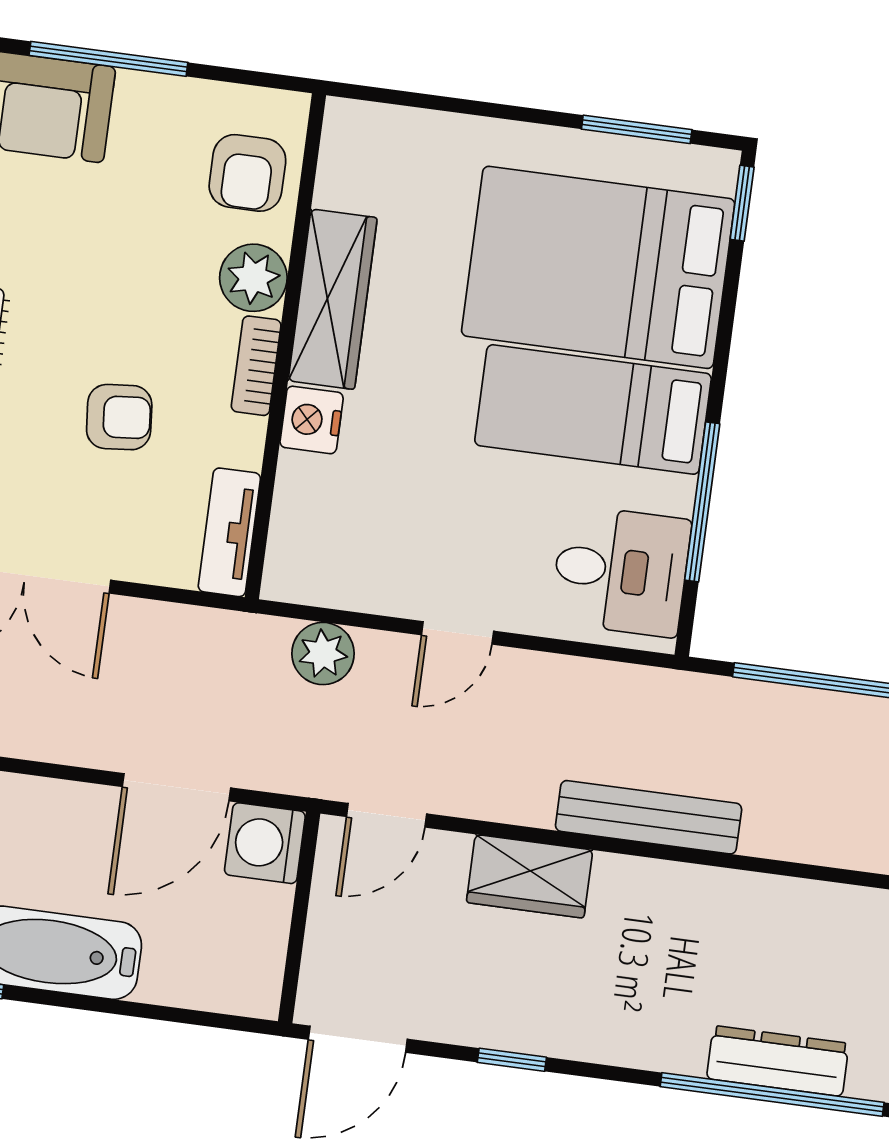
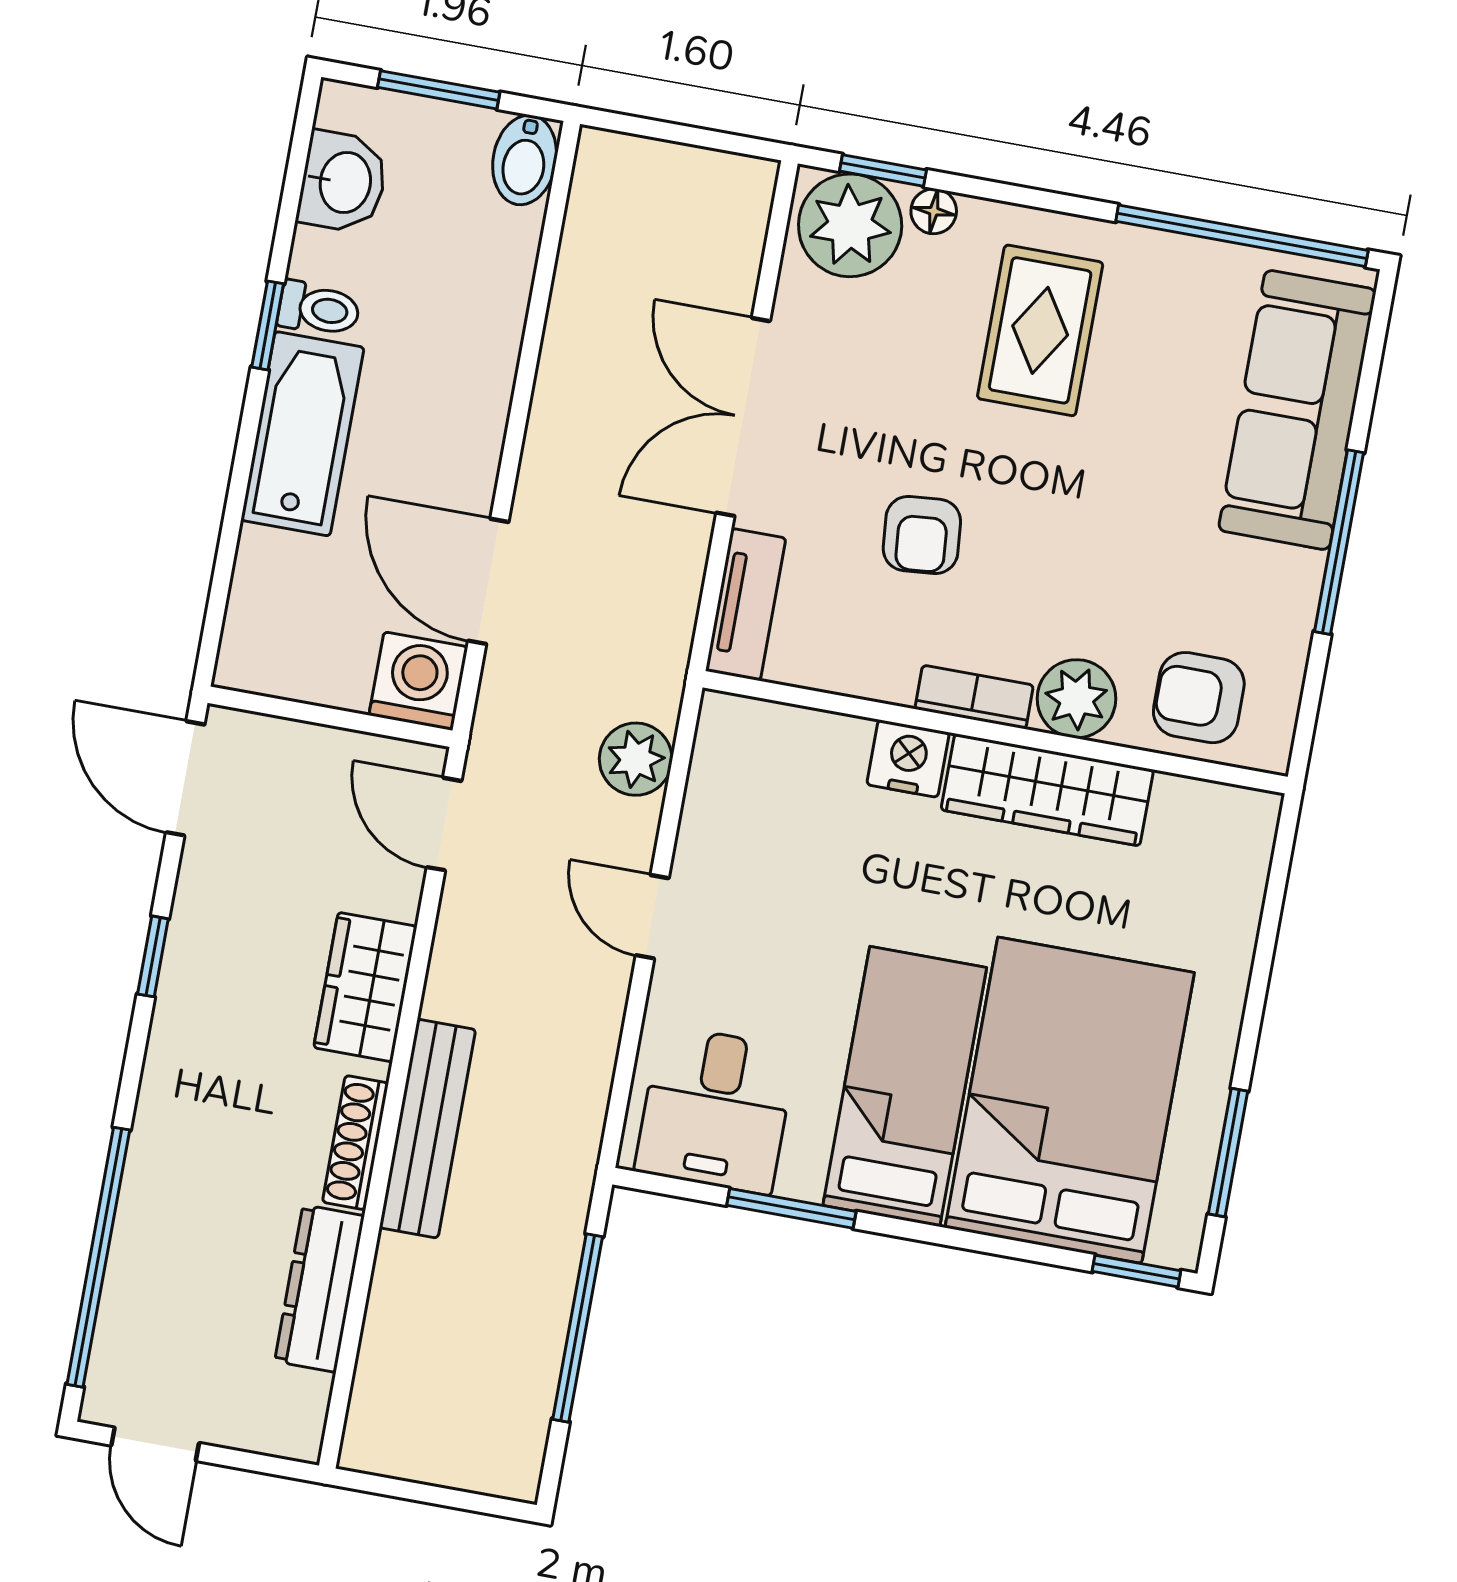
window: (702, 502) -> (791, 1208), width x0.69
tv unit: (229, 532) -> (746, 605), moved, turned 90
shoe rack: (663, 878) -> (356, 1143), added
dresser: (778, 1061) -> (320, 1289), moved, turned 180

